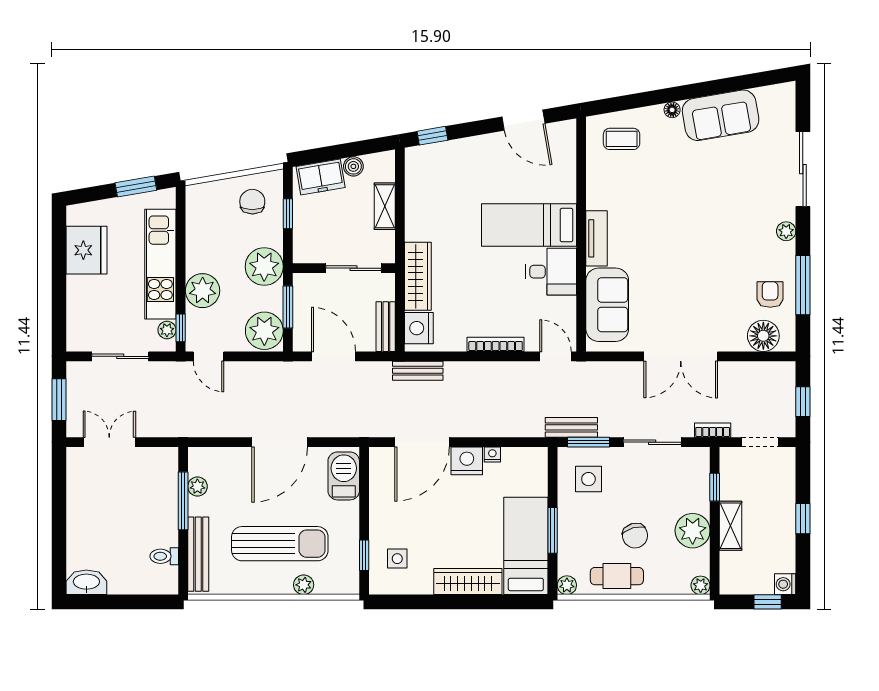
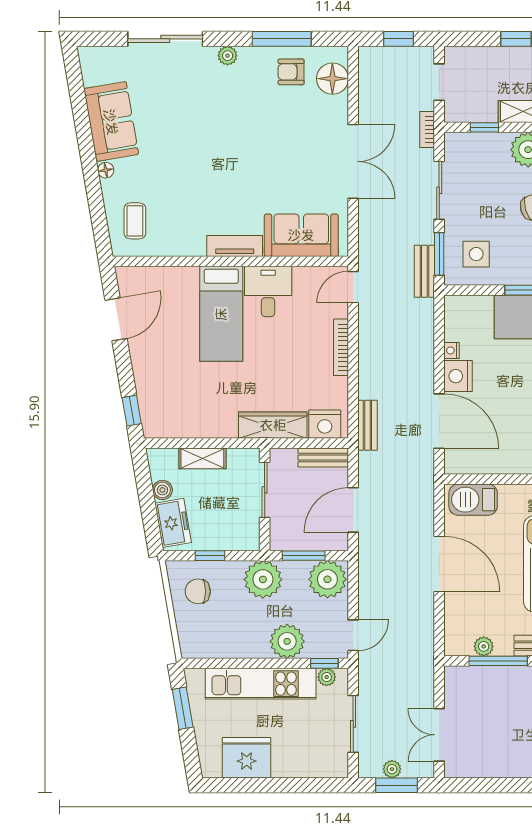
plant: (75, 395) -> (392, 769), added

